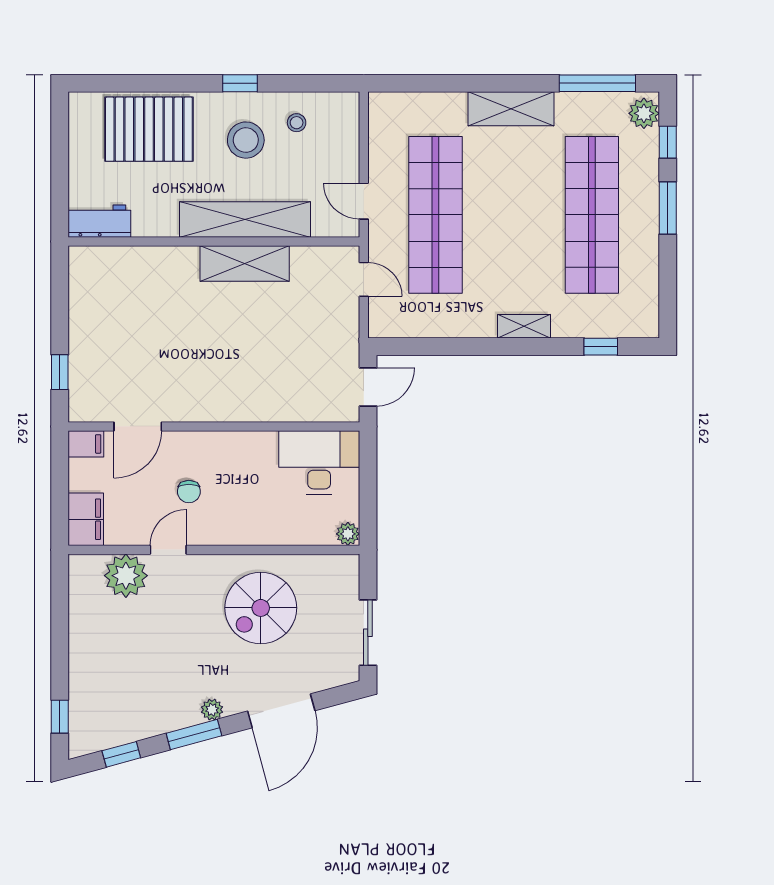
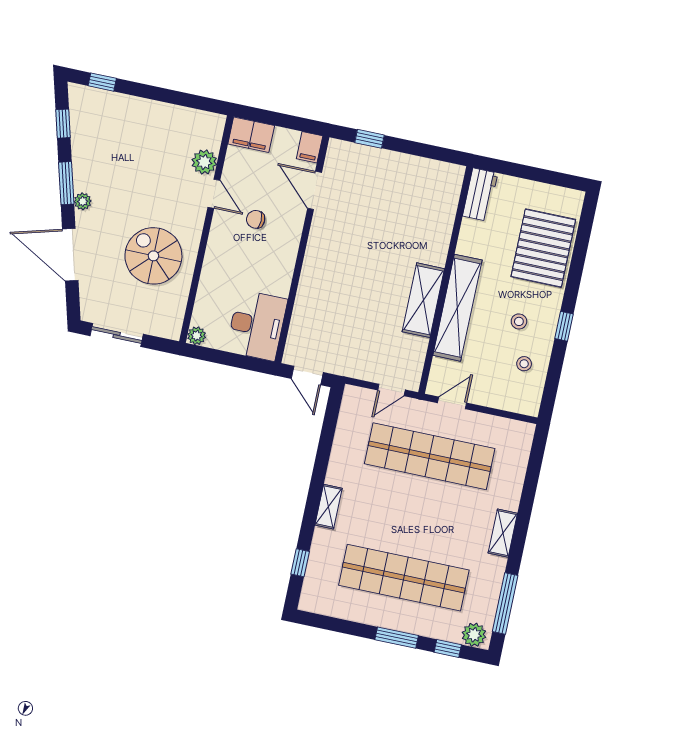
shelving: (511, 109) -> (503, 533), width x0.67, depth x0.75
stool: (246, 140) -> (519, 321), width x0.53, depth x0.53
plant: (126, 576) -> (204, 162), width x0.73, depth x0.73

